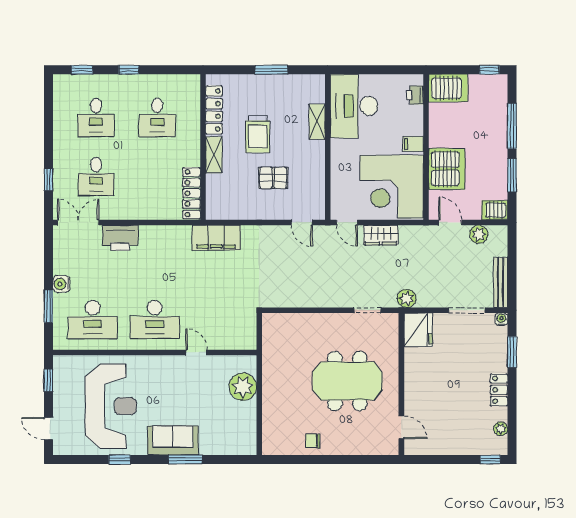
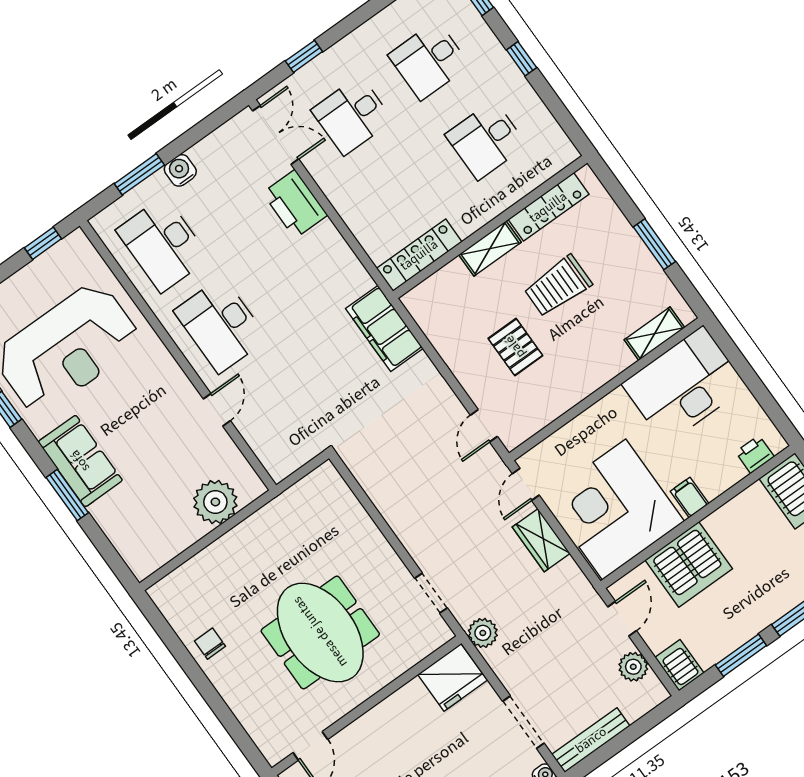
shelving: (317, 122) -> (654, 334), moved

